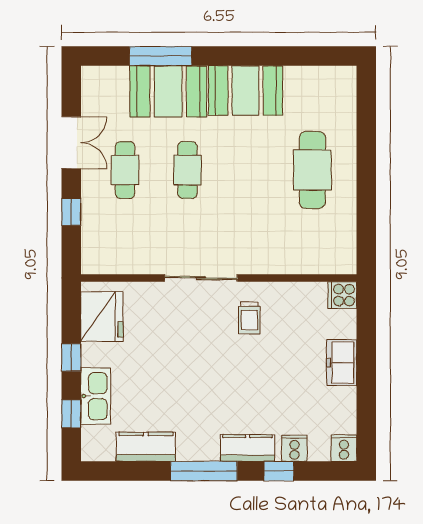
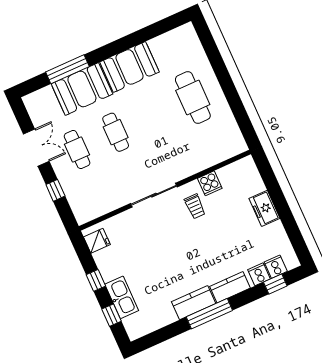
cooker: (342, 295) -> (210, 183), moved, turned -90
fridge: (102, 317) -> (97, 241), width x0.53, depth x0.75
kitchen counter: (146, 447) -> (194, 303), moved
cooker: (344, 448) -> (276, 267), moved
window: (279, 471) -> (275, 284), moved

